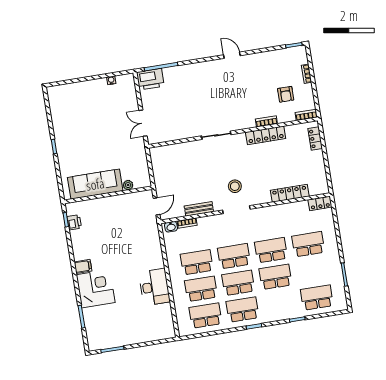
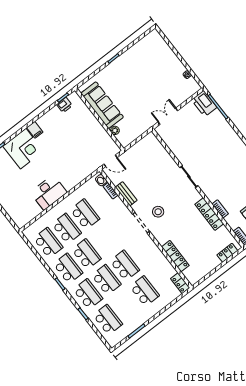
school desk: (234, 256) -> (88, 294), moved

